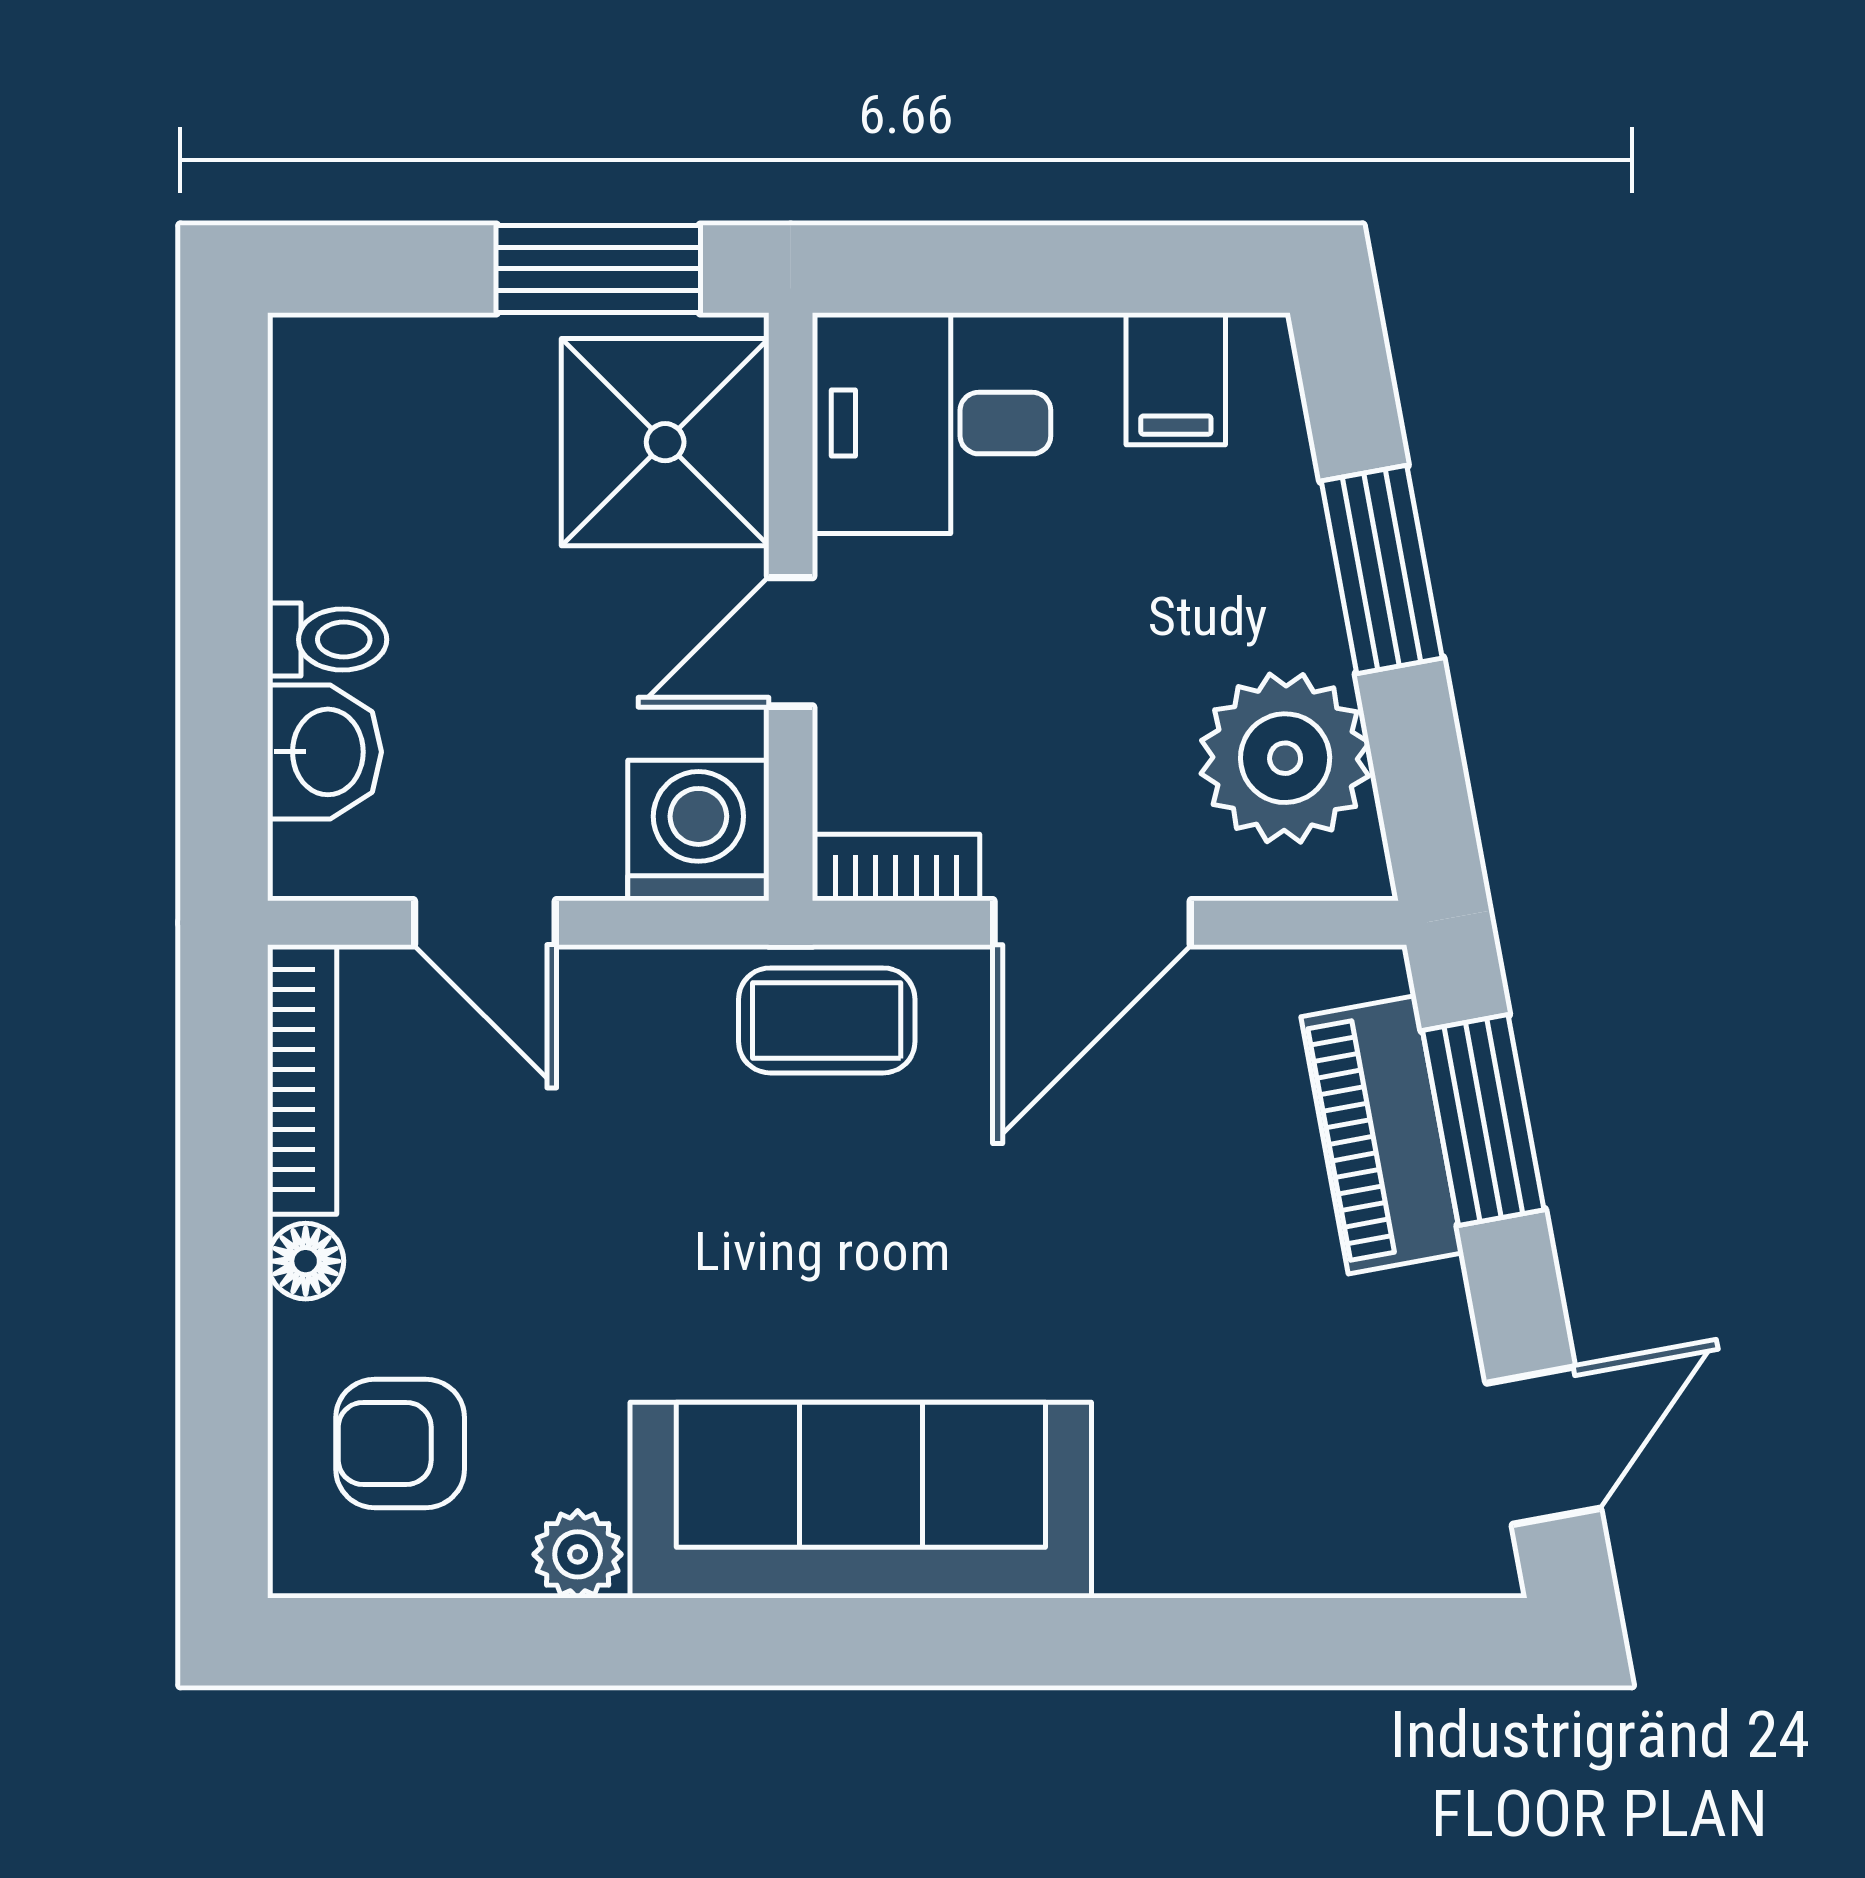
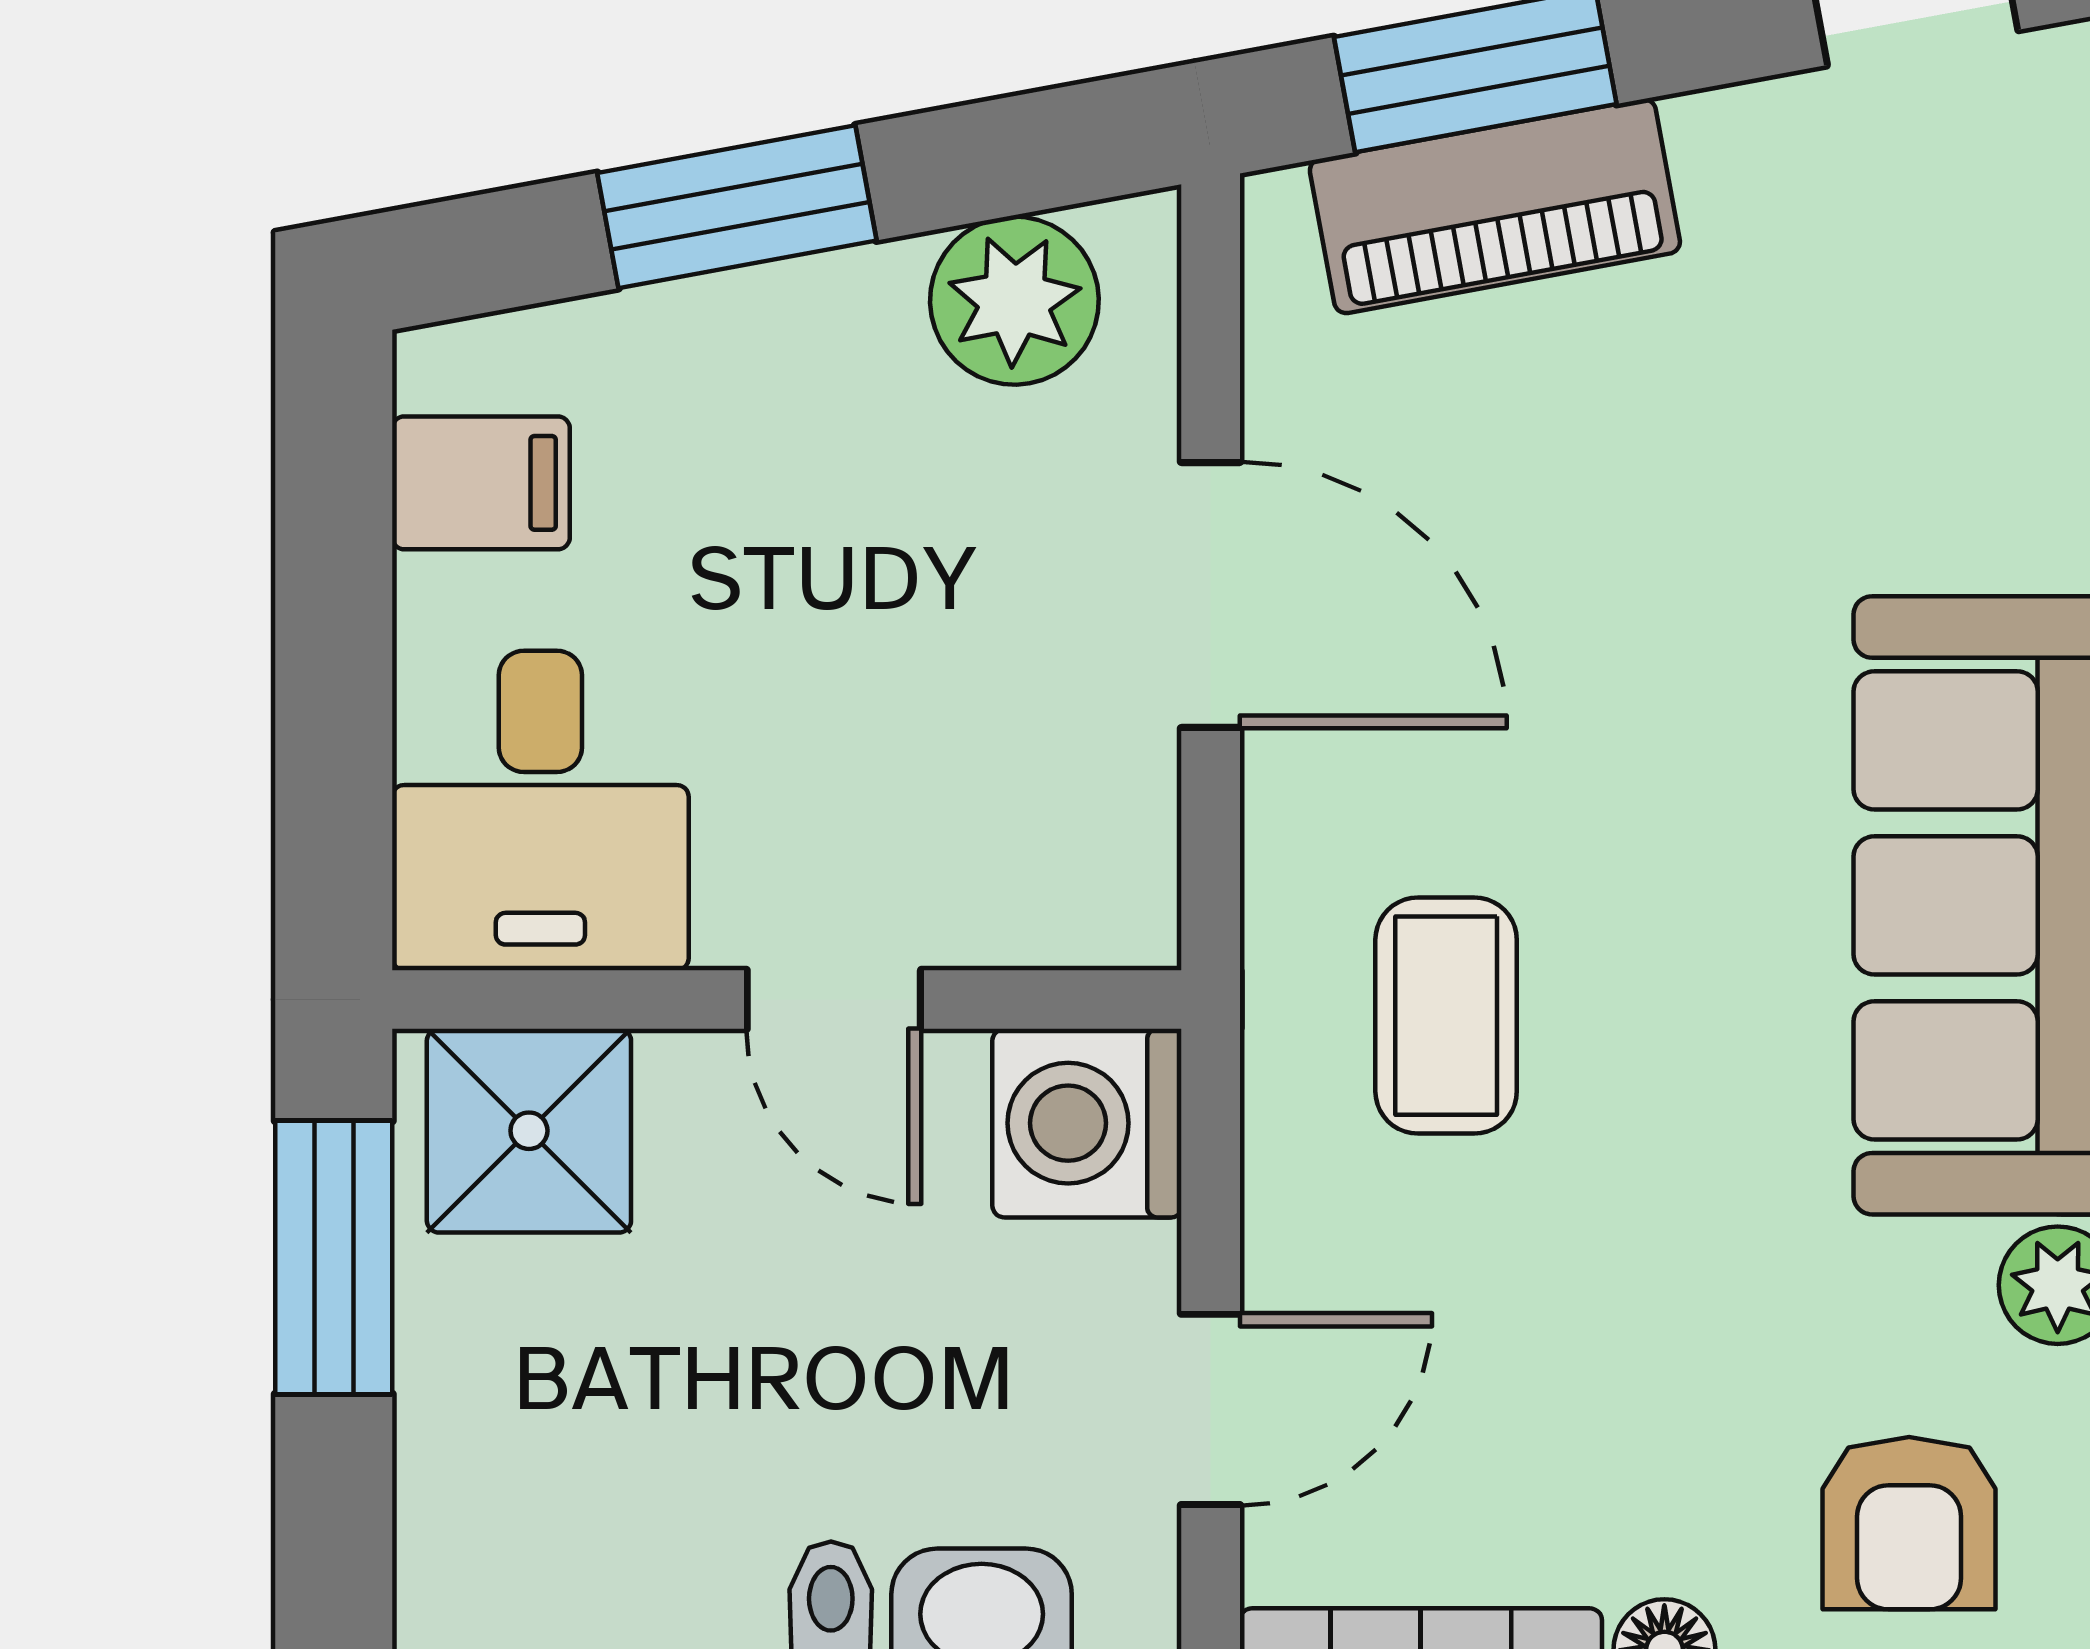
shower: (665, 442) -> (529, 1131), width x0.73, depth x0.73
plant: (1285, 758) -> (1014, 301), width x0.73, depth x0.73
bookcase: (896, 867) -> (1137, 858), removed
coffee table: (827, 1020) -> (1446, 1016), moved

